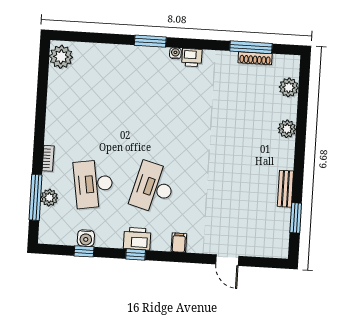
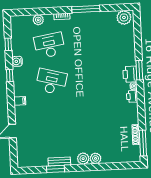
window: (251, 47) -> (143, 143), moved
plant: (289, 87) -> (83, 159), moved
window: (36, 197) -> (86, 9), moved
window: (296, 218) -> (55, 169), moved
water cooler: (86, 238) -> (17, 61), moved
printer: (137, 239) -> (130, 74), moved, turned 180

